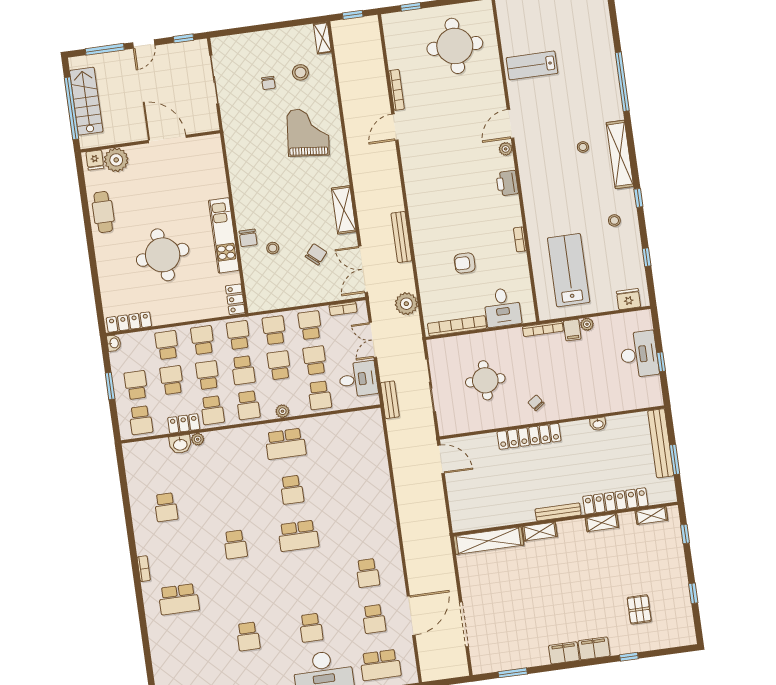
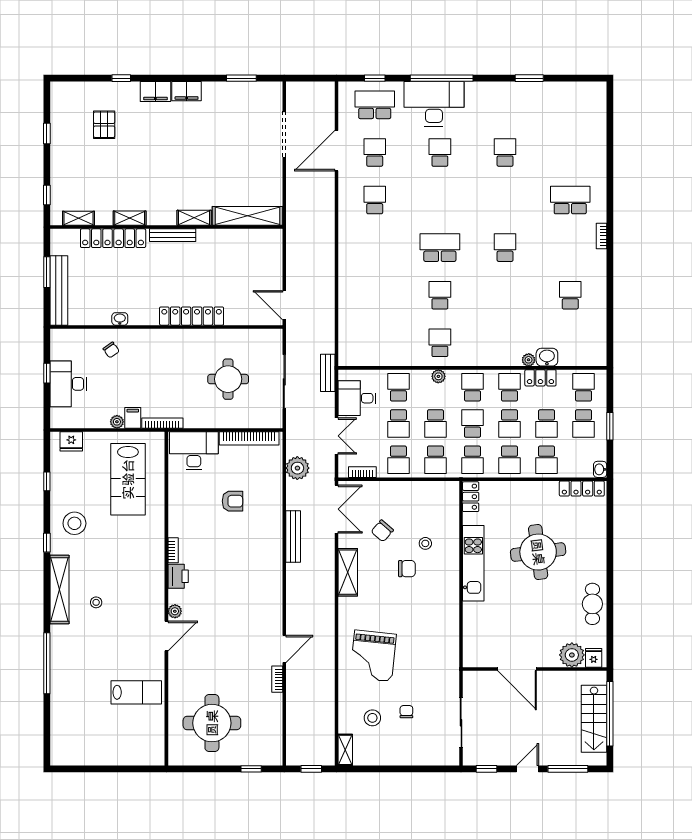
bookcase: (397, 90) -> (277, 679), width x0.64
stool: (614, 220) -> (74, 523), width x1.89, depth x1.89
chair: (248, 238) -> (407, 569), moved, turned 90
bookcase: (520, 239) -> (173, 550), moved
desk: (502, 307) -> (194, 451), width x1.37
chair: (536, 403) -> (111, 350), moved
school desk: (286, 444) -> (440, 343), width x0.54

